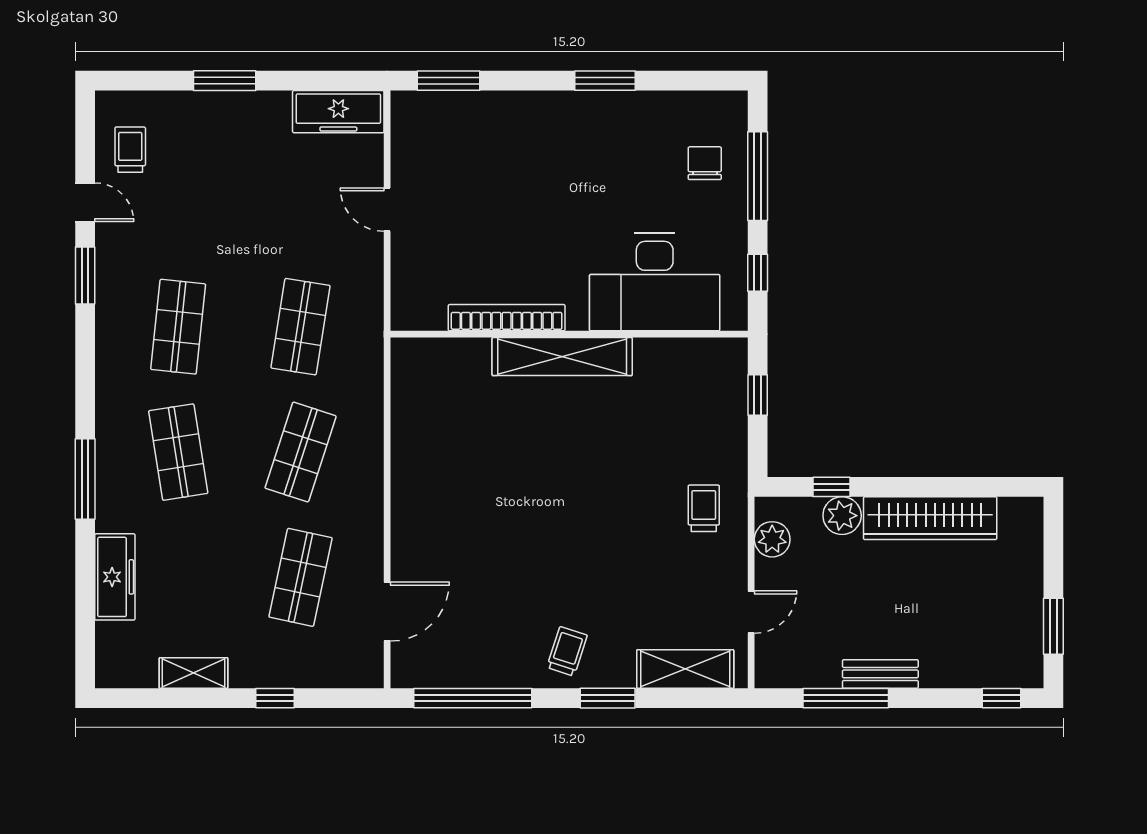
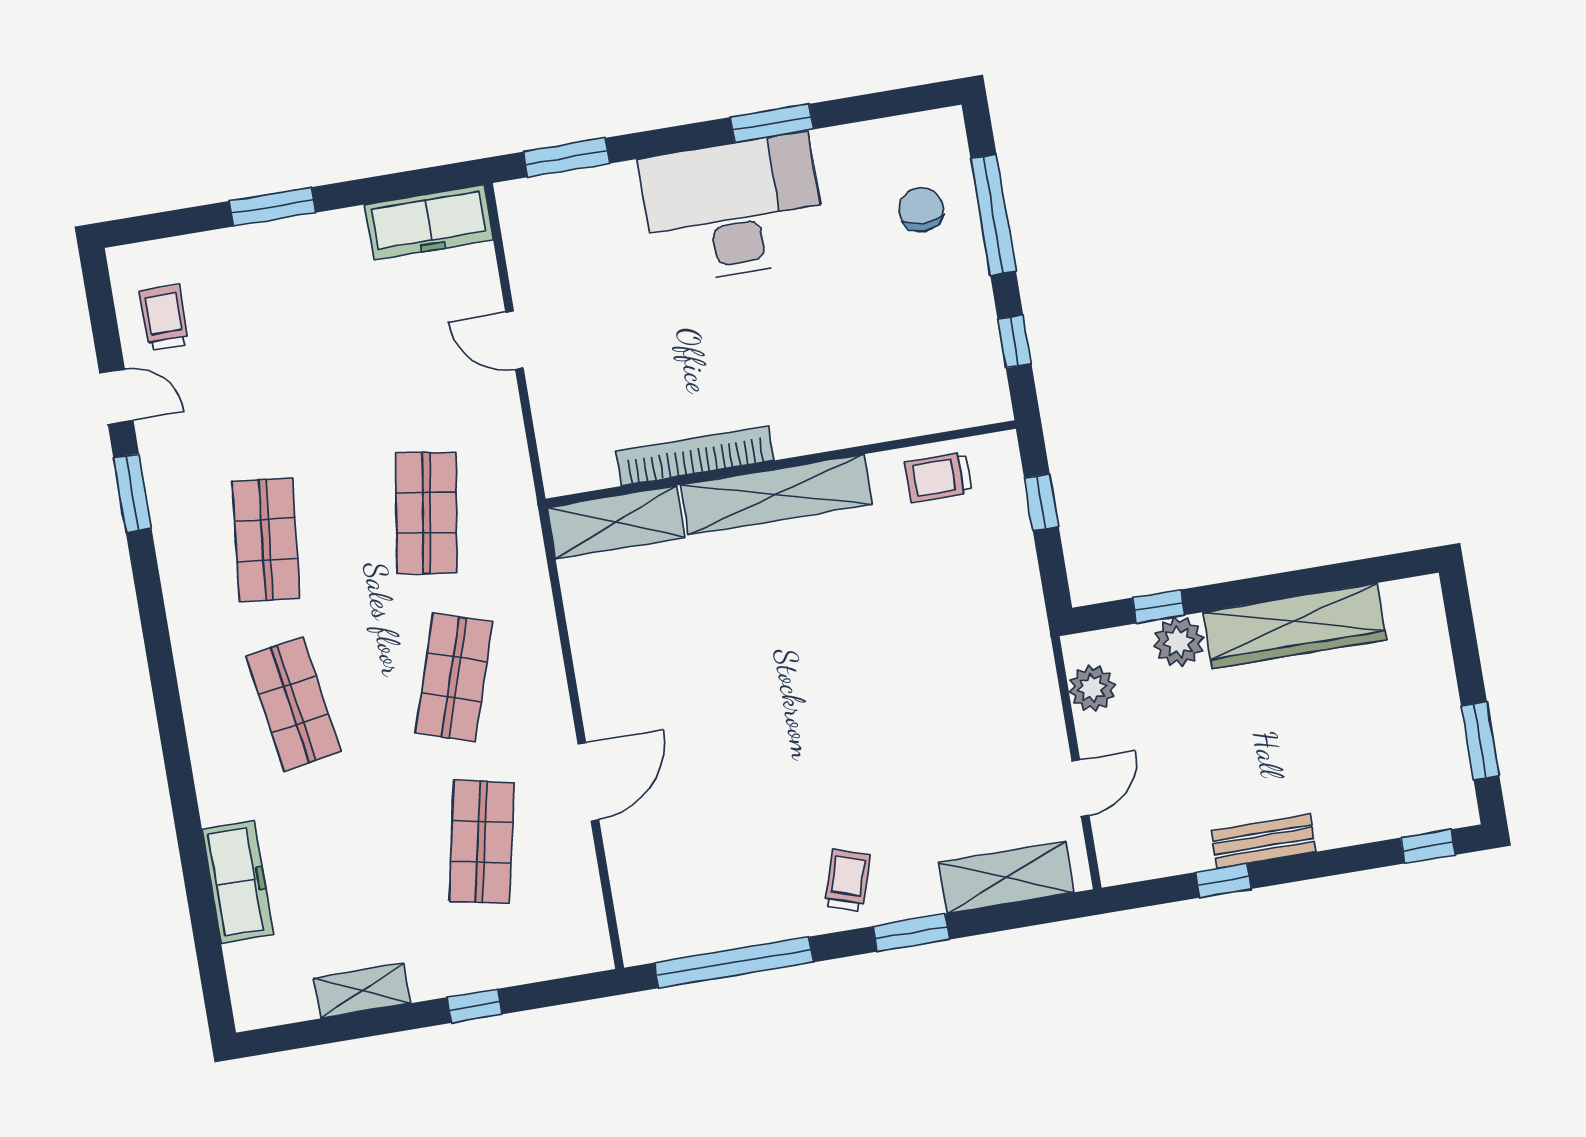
desk: (655, 282) -> (733, 209), moved, turned 180
shelving: (440, 357) -> (616, 522), added
window: (85, 479) -> (177, 760), removed
trolley: (704, 508) -> (938, 477), moved, turned -90
door: (387, 612) -> (588, 782), moved
window: (846, 698) -> (1224, 880), width x0.46

